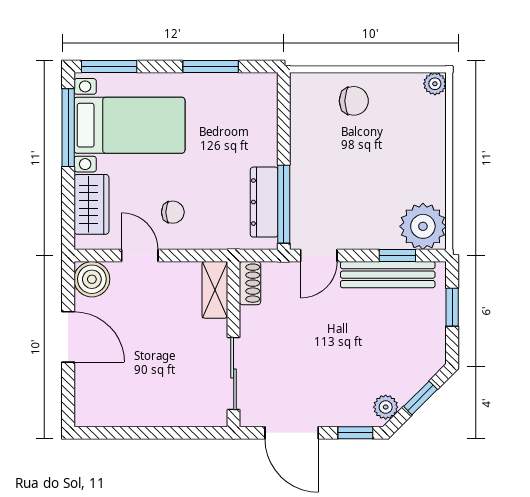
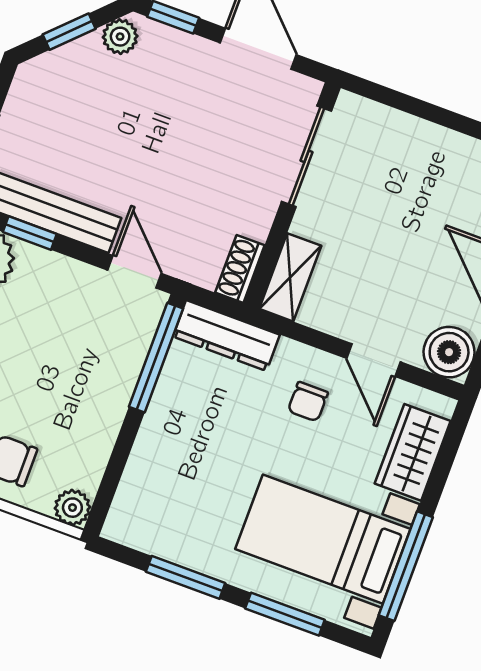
window: (109, 66) -> (285, 614), moved
plant: (302, 85) -> (72, 508), added
dresser: (264, 202) -> (226, 336), moved, turned 90
chair: (173, 212) -> (308, 402), turned -90
door: (319, 256) -> (135, 272), hinge flipped

